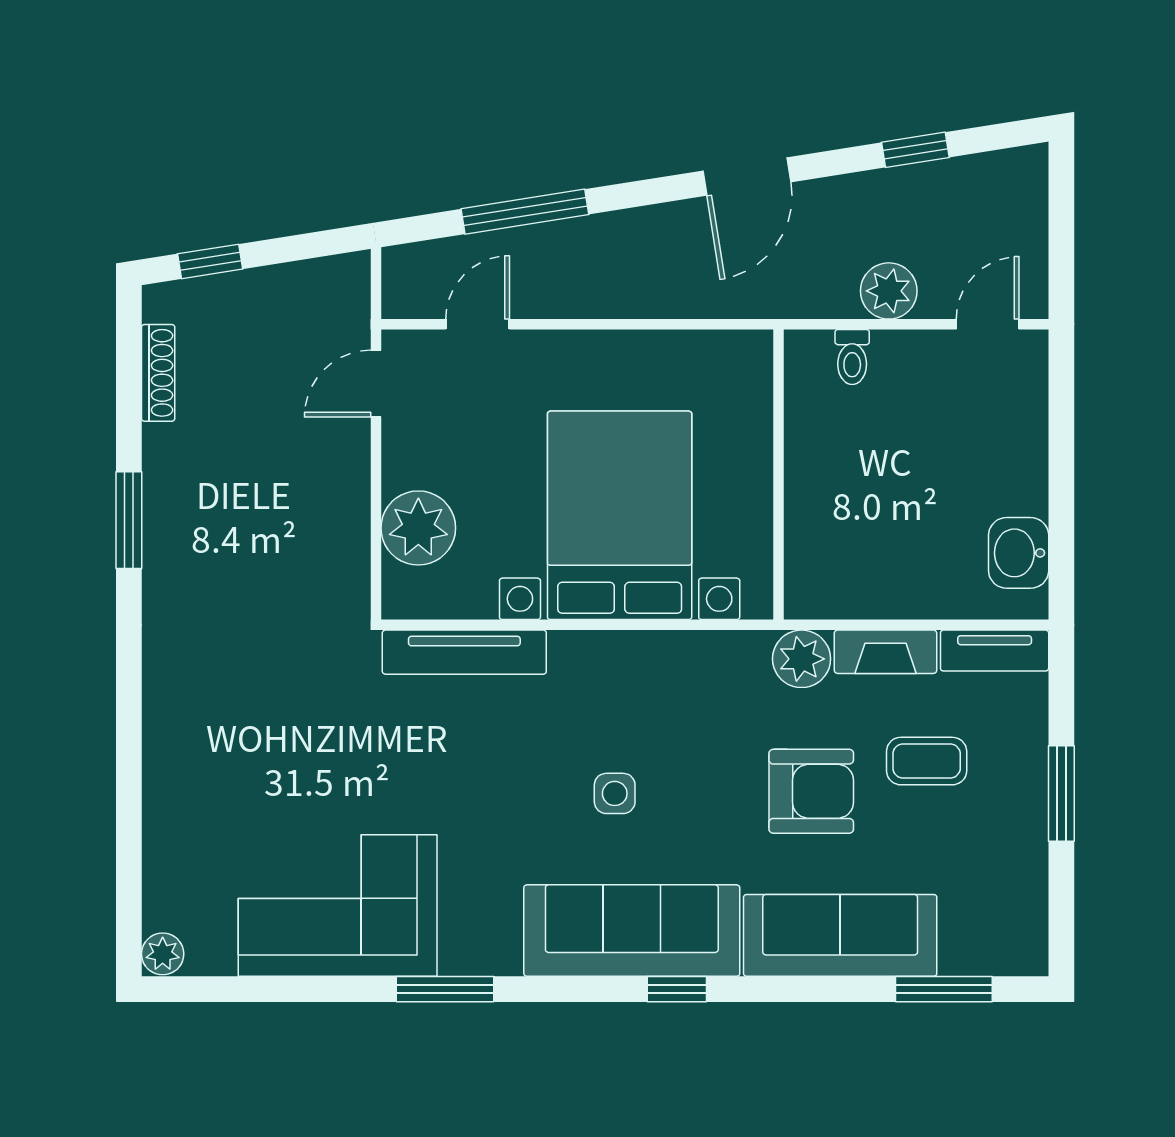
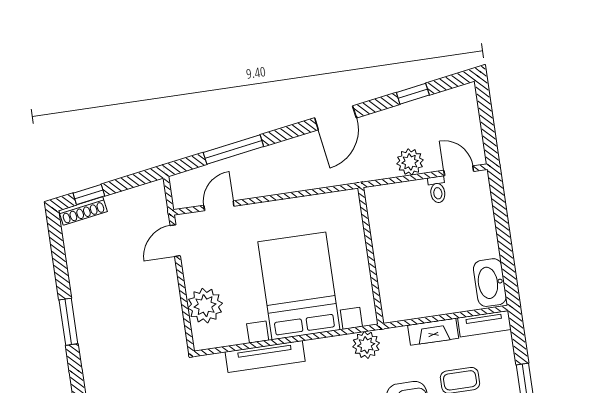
door: (988, 324) -> (459, 171), hinge flipped
toilet: (852, 357) -> (437, 190), moved
shoe rack: (158, 373) -> (83, 211), moved, turned 81
washbasin: (1019, 553) -> (490, 283), width x1.38
tv unit: (464, 652) -> (265, 356), moved
plant: (802, 659) -> (366, 345), moved

